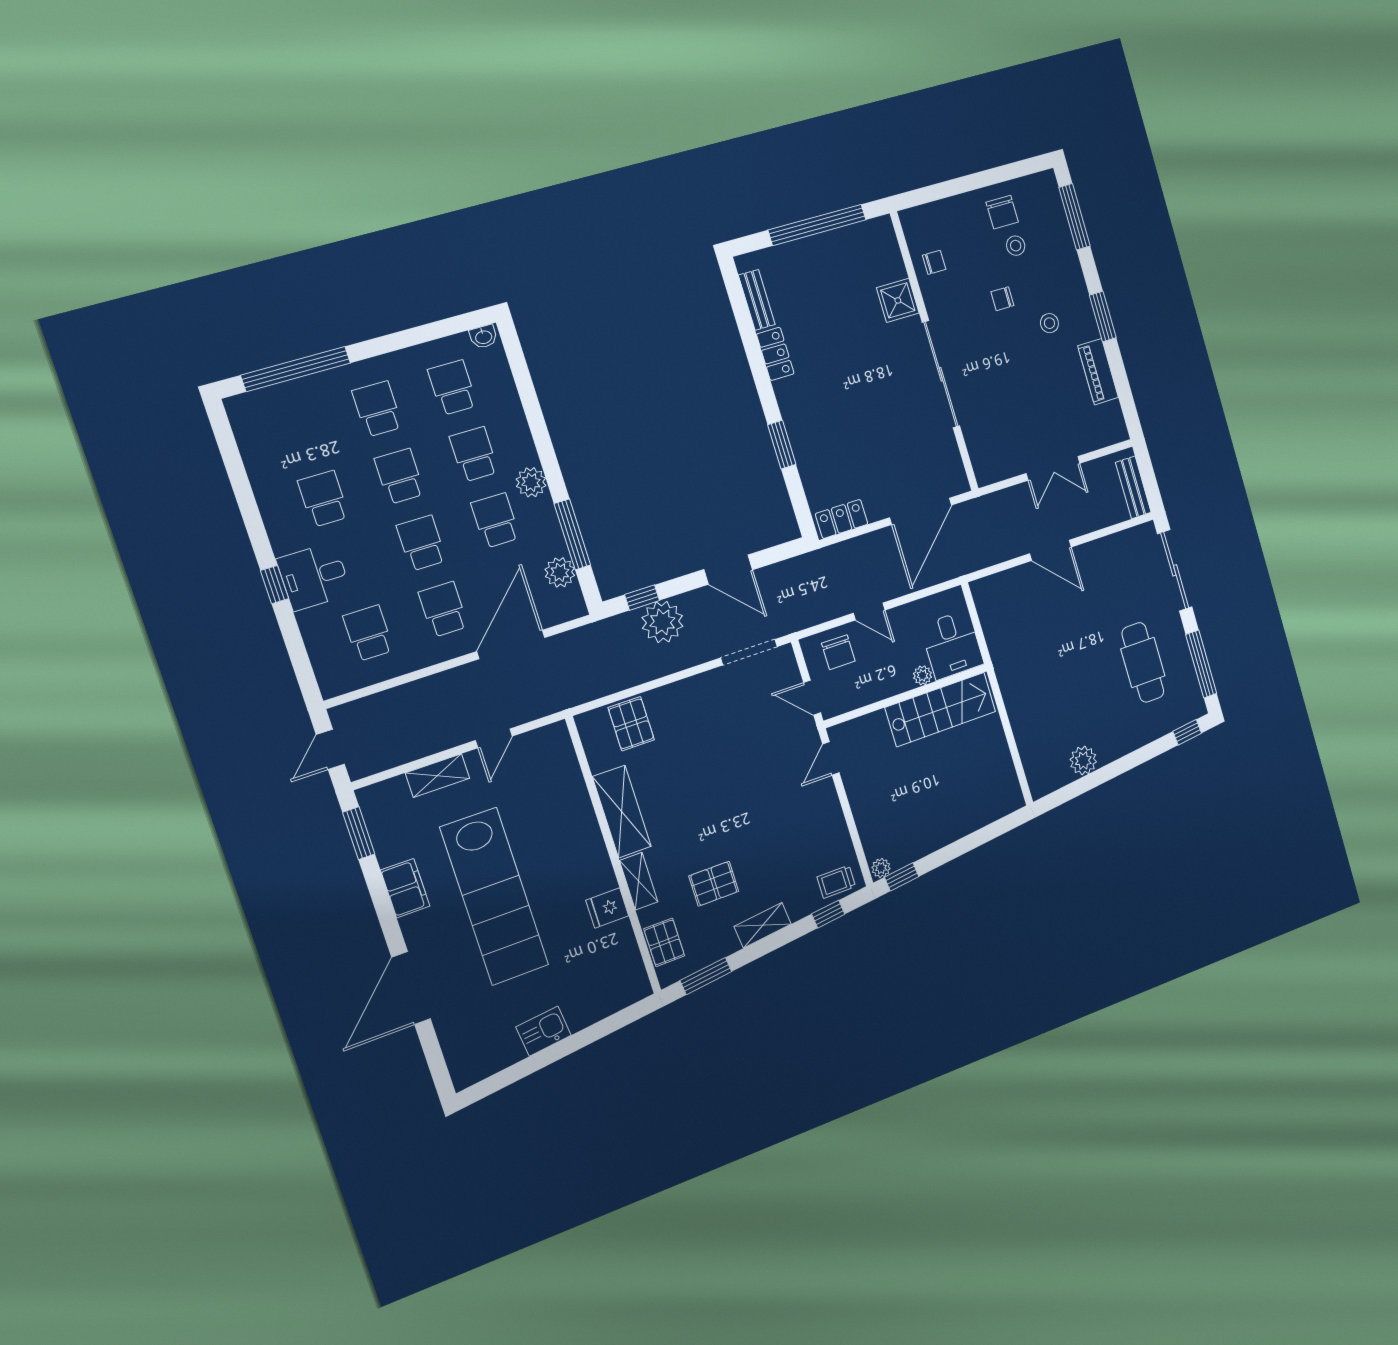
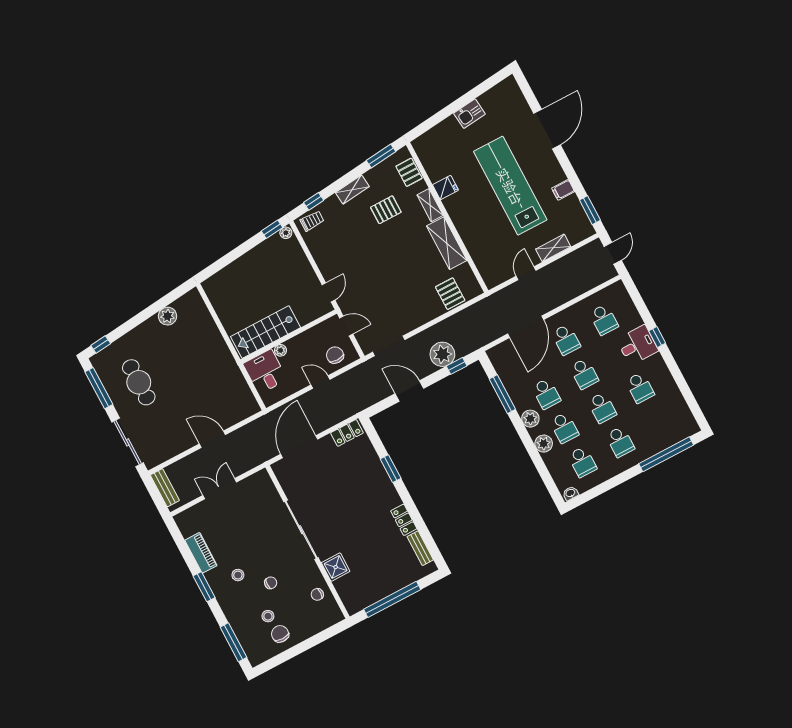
plant: (560, 572) -> (544, 444), moved
filing cabinet: (405, 888) -> (563, 190), width x0.50

